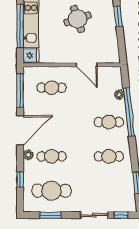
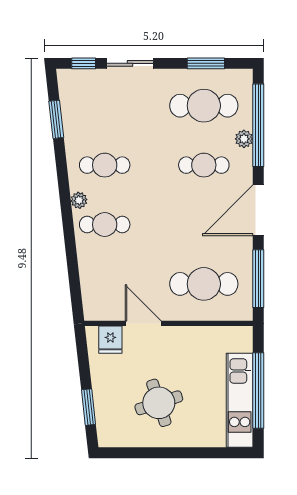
fridge: (31, 55) -> (110, 340), moved, turned -90
cafe table: (52, 88) -> (204, 284), width x1.37, depth x1.35
plant: (119, 95) -> (79, 200), moved
window: (129, 112) -> (70, 242), removed
plant: (28, 155) -> (244, 139), moved
window: (20, 179) -> (258, 125), width x3.17

